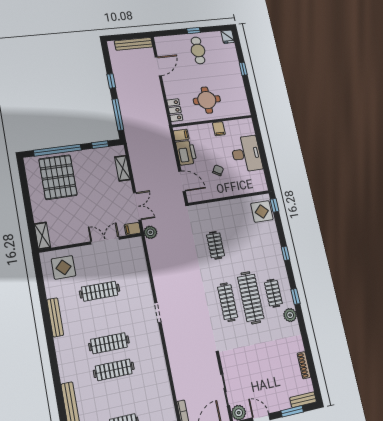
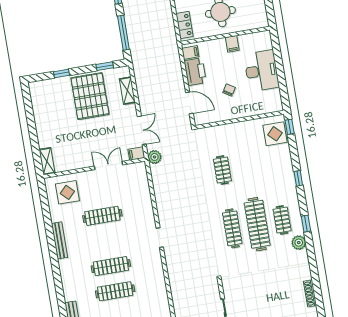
window: (58, 150) -> (61, 73), width x0.32
pallet: (58, 177) -> (90, 96), moved

